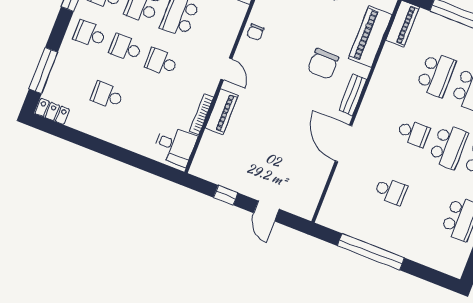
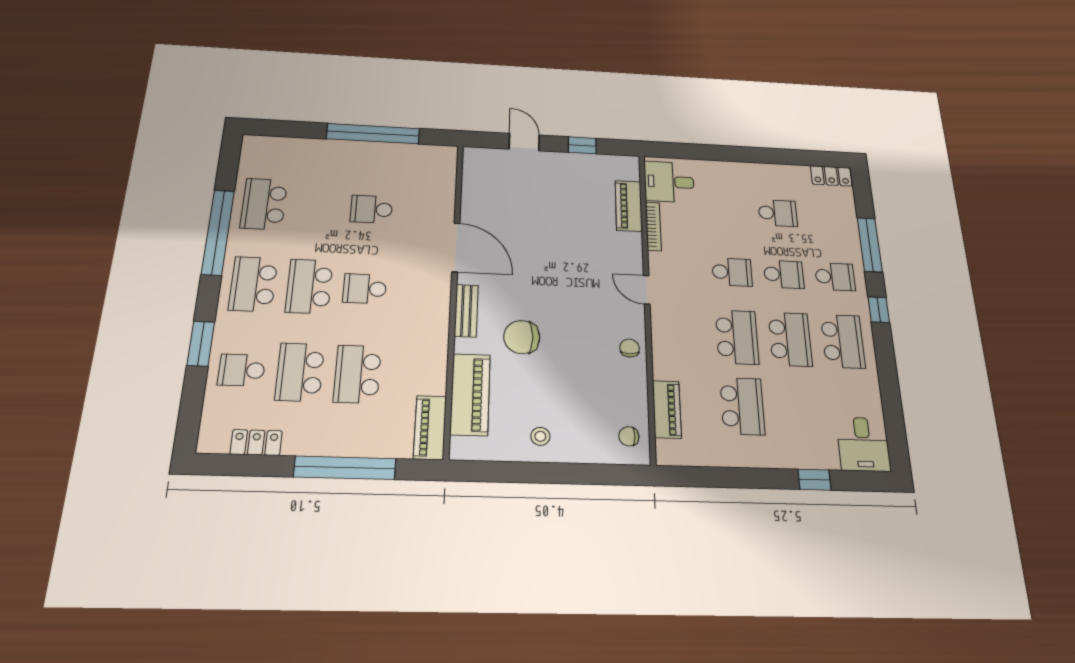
chair: (323, 64) -> (522, 337), turned -90
window: (43, 71) -> (870, 245), moved
piano: (222, 112) -> (629, 206), moved

